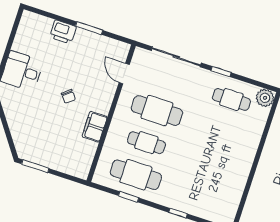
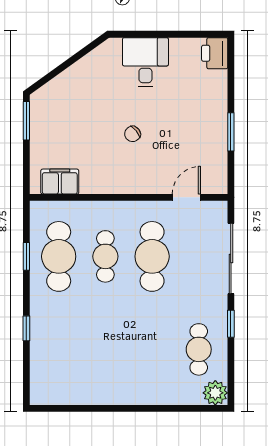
printer: (63, 32) -> (215, 53), moved
filing cabinet: (95, 127) -> (60, 182), moved

